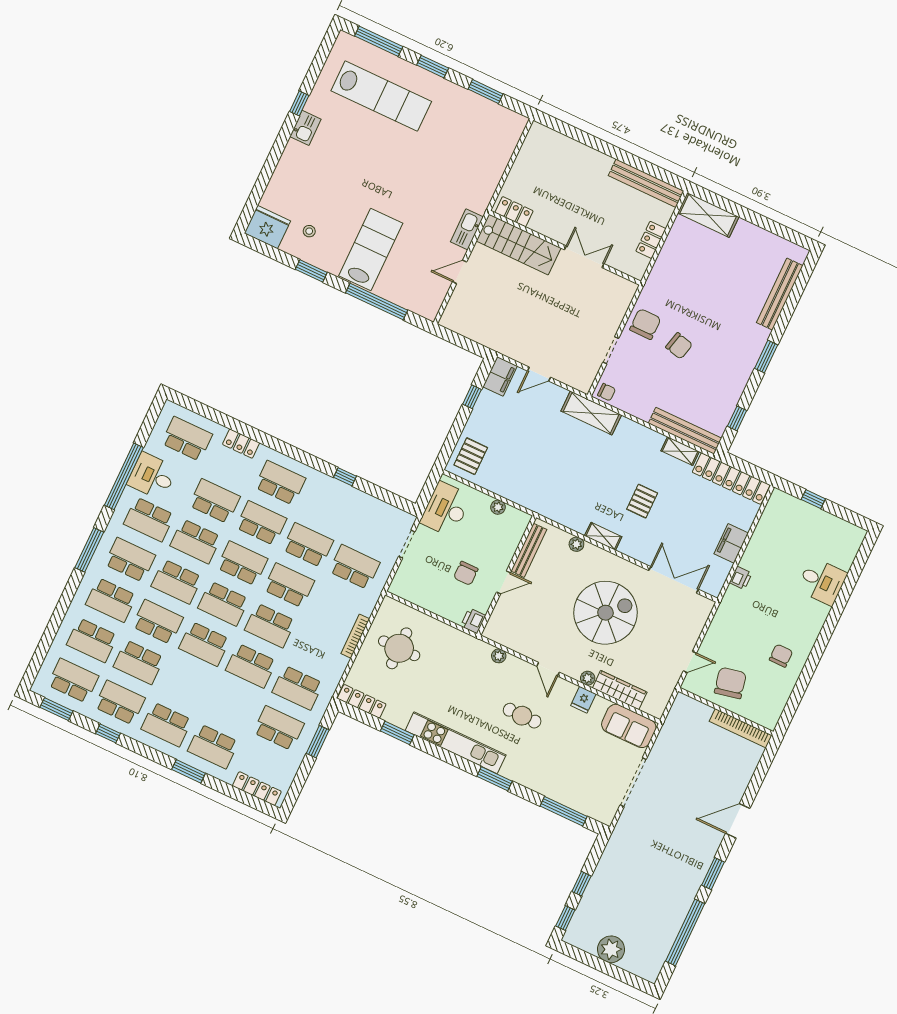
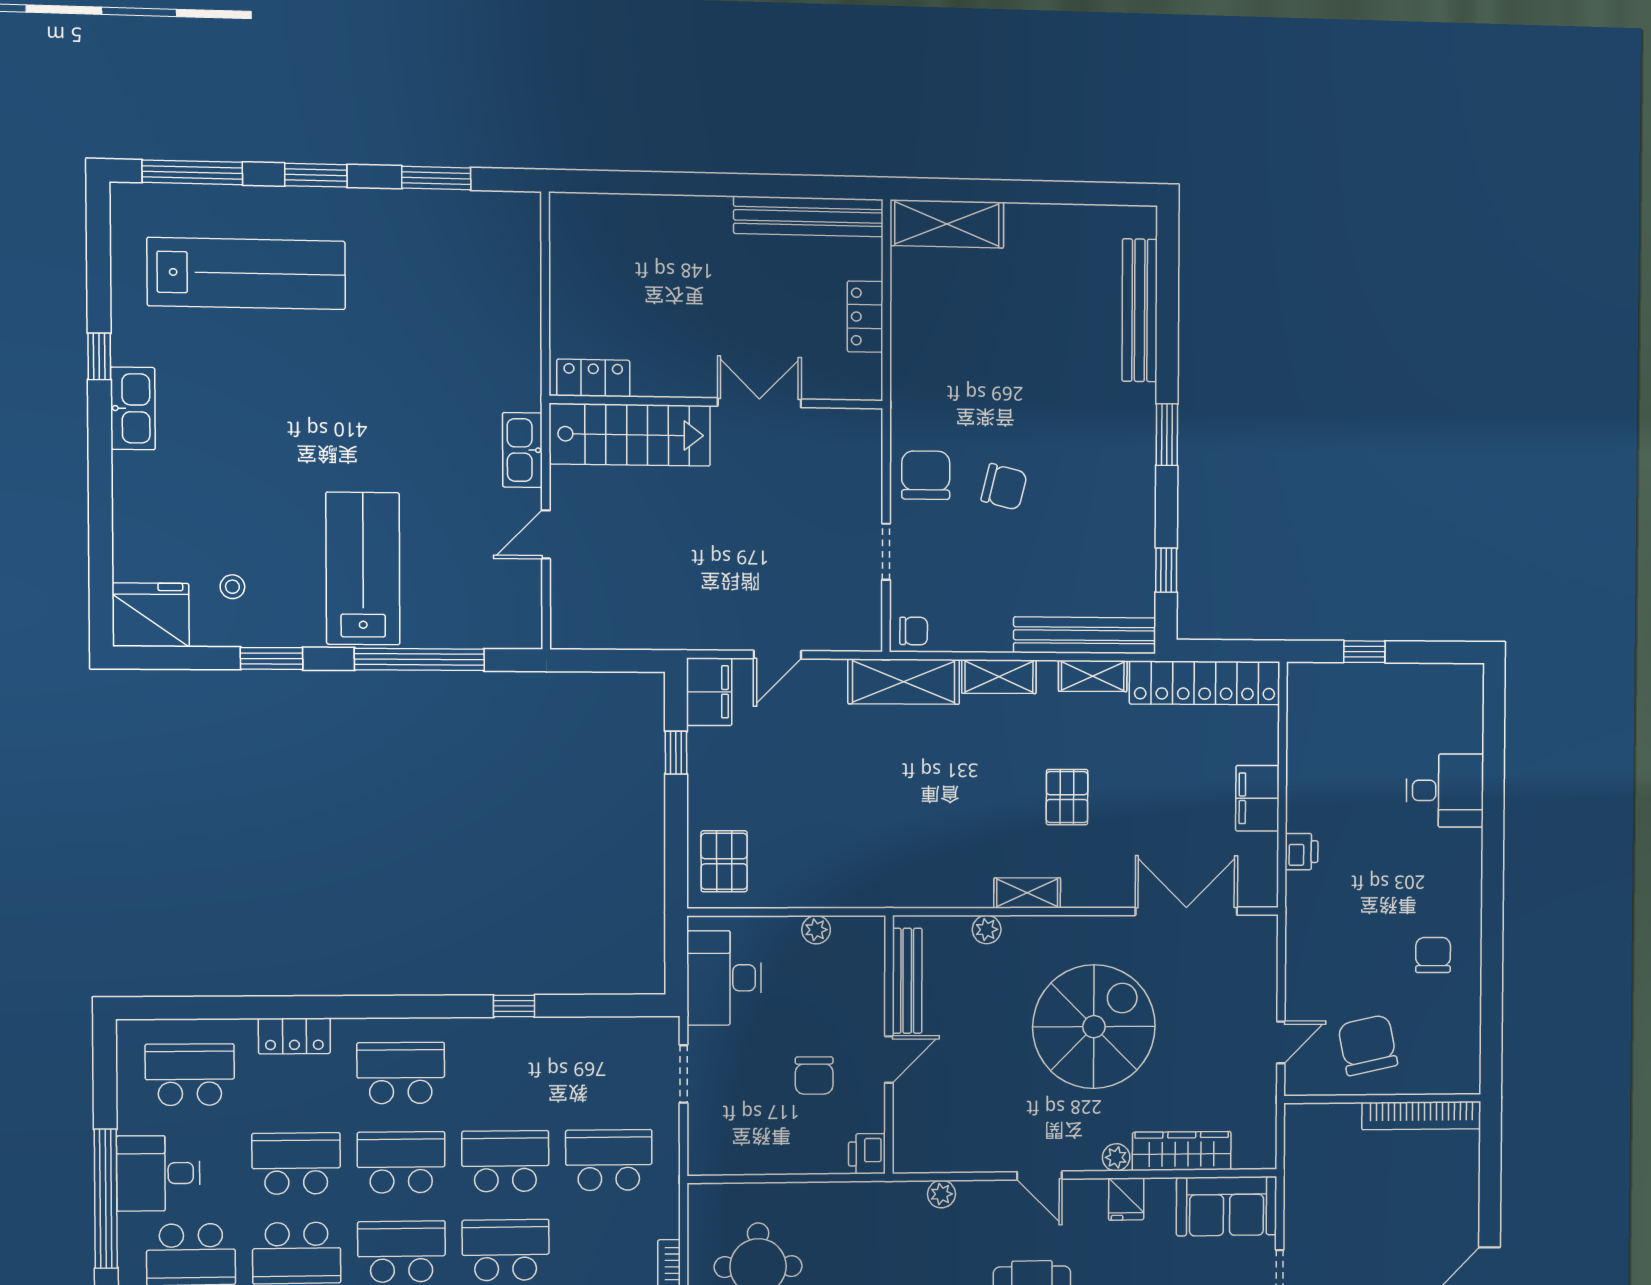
kitchen sink: (305, 128) -> (133, 408), width x1.38
shelving: (636, 431) -> (999, 677), added

